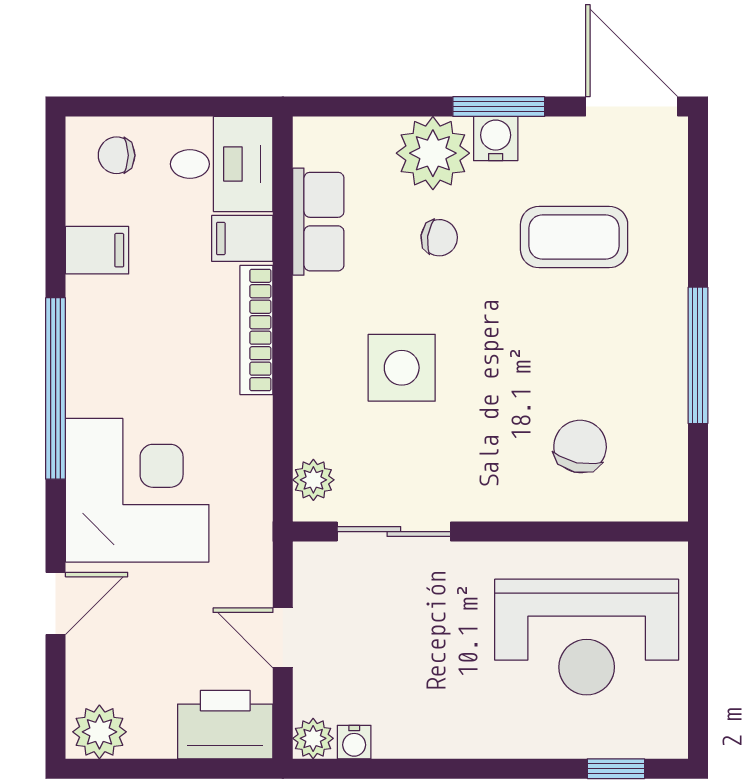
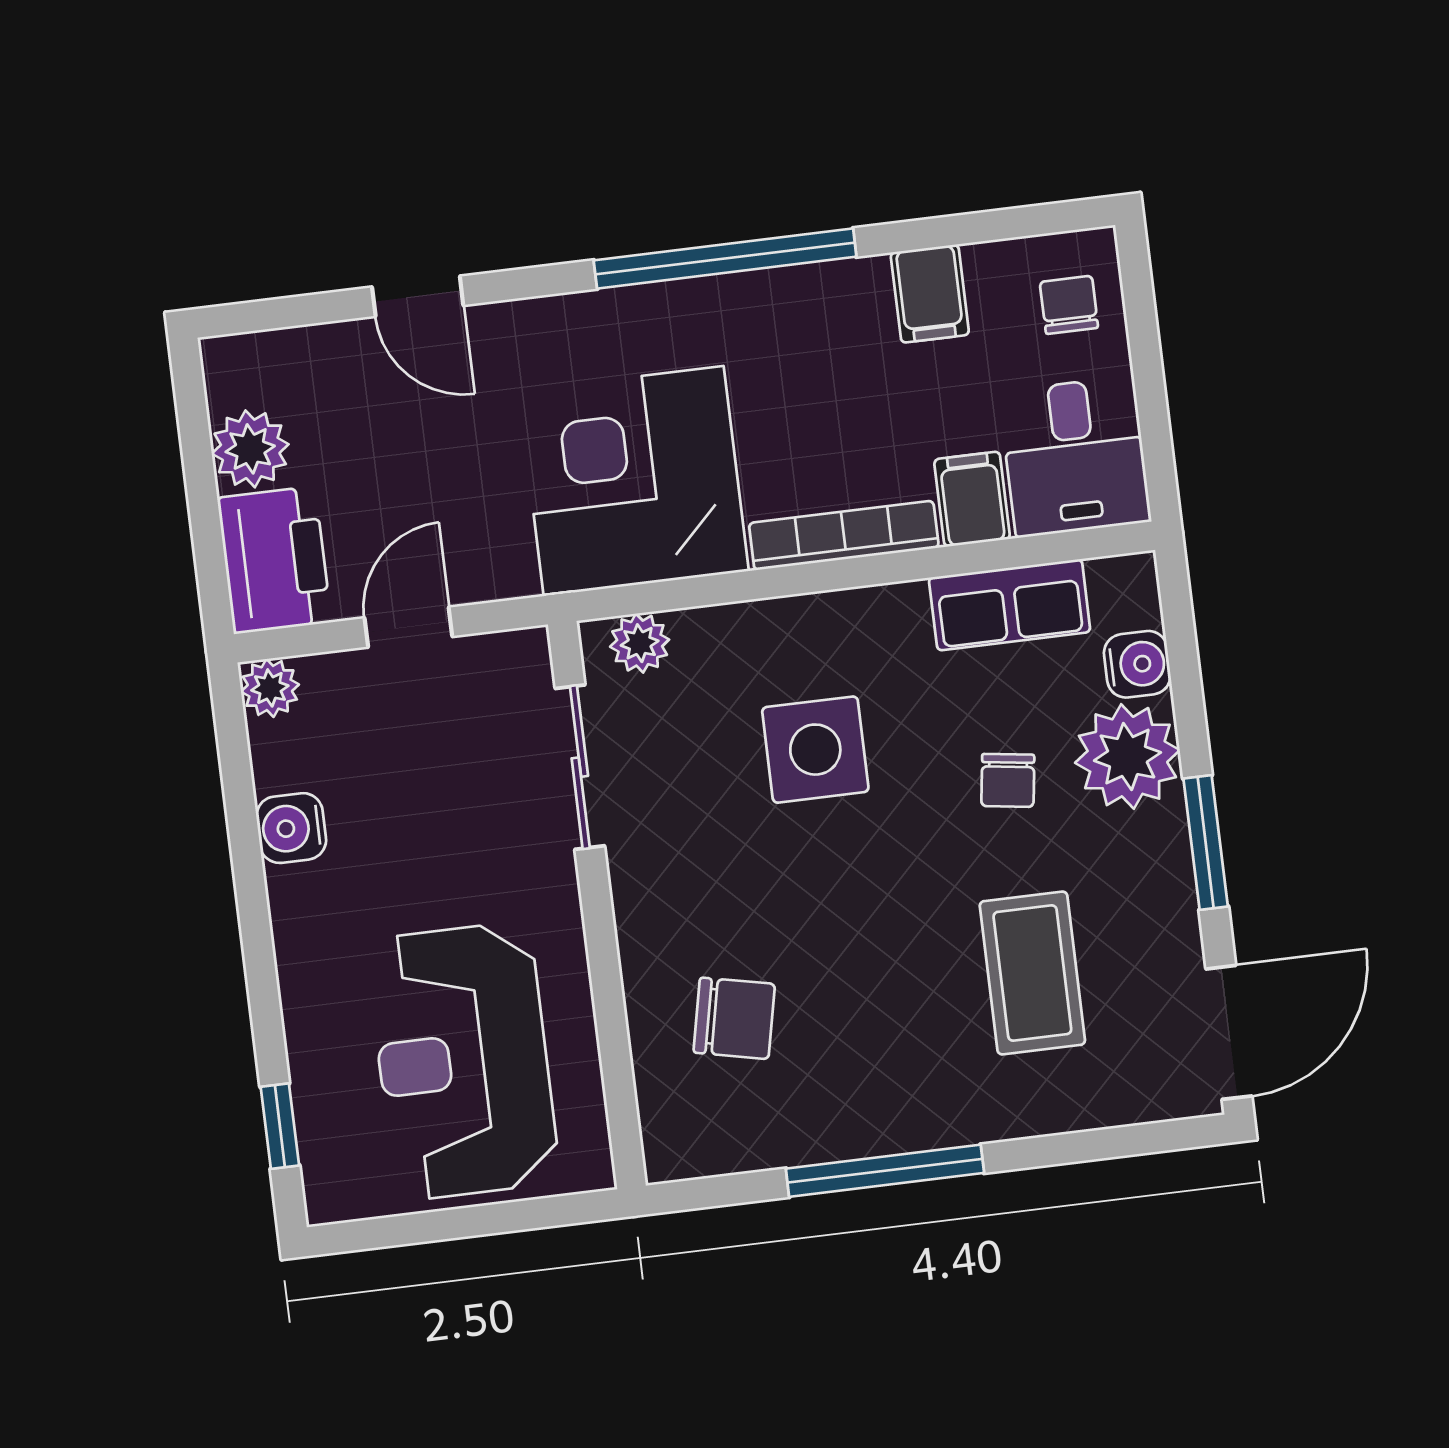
water cooler: (496, 139) -> (1137, 664), moved
corner desk: (137, 490) -> (634, 481), moved, turned 180
plant: (99, 732) -> (250, 449), moved
water cooler: (354, 742) -> (291, 828), moved, width x1.38, depth x1.38

